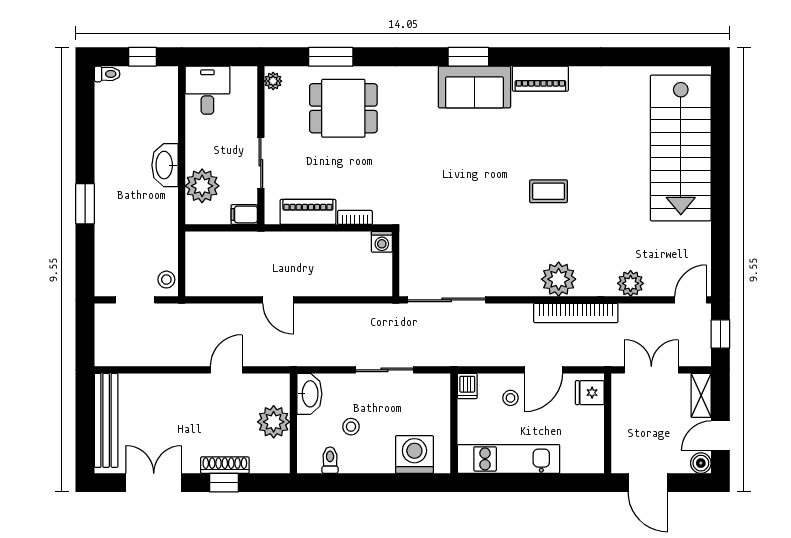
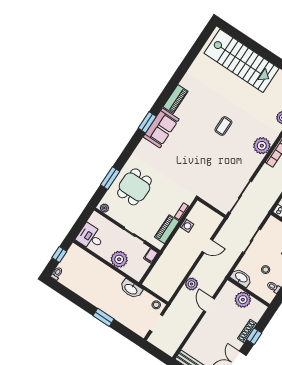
washbasin: (165, 165) -> (131, 289), moved
plant: (202, 186) -> (119, 259), moved
washing machine: (382, 242) -> (187, 225), moved
door: (278, 300) -> (207, 246), moved
plant: (242, 316) -> (192, 284), added

